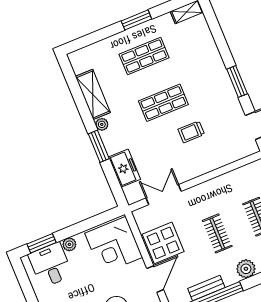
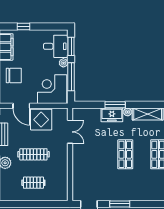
trolley: (191, 132) -> (101, 164), removed
freezer: (125, 168) -> (112, 115), moved
window: (85, 226) -> (71, 77), added
clothes rail: (217, 233) -> (33, 154), width x1.36

